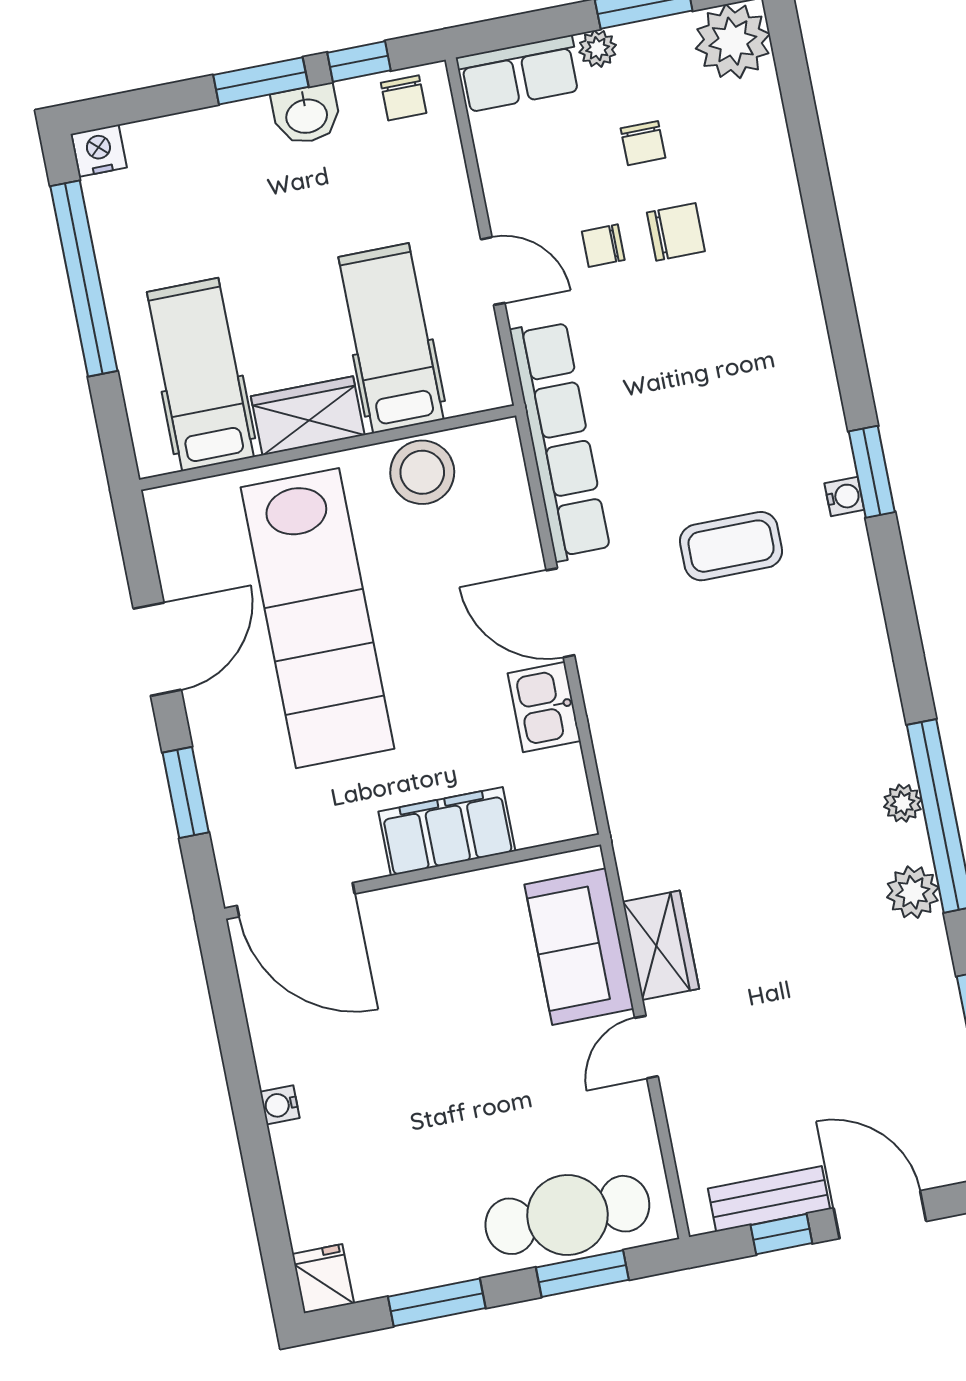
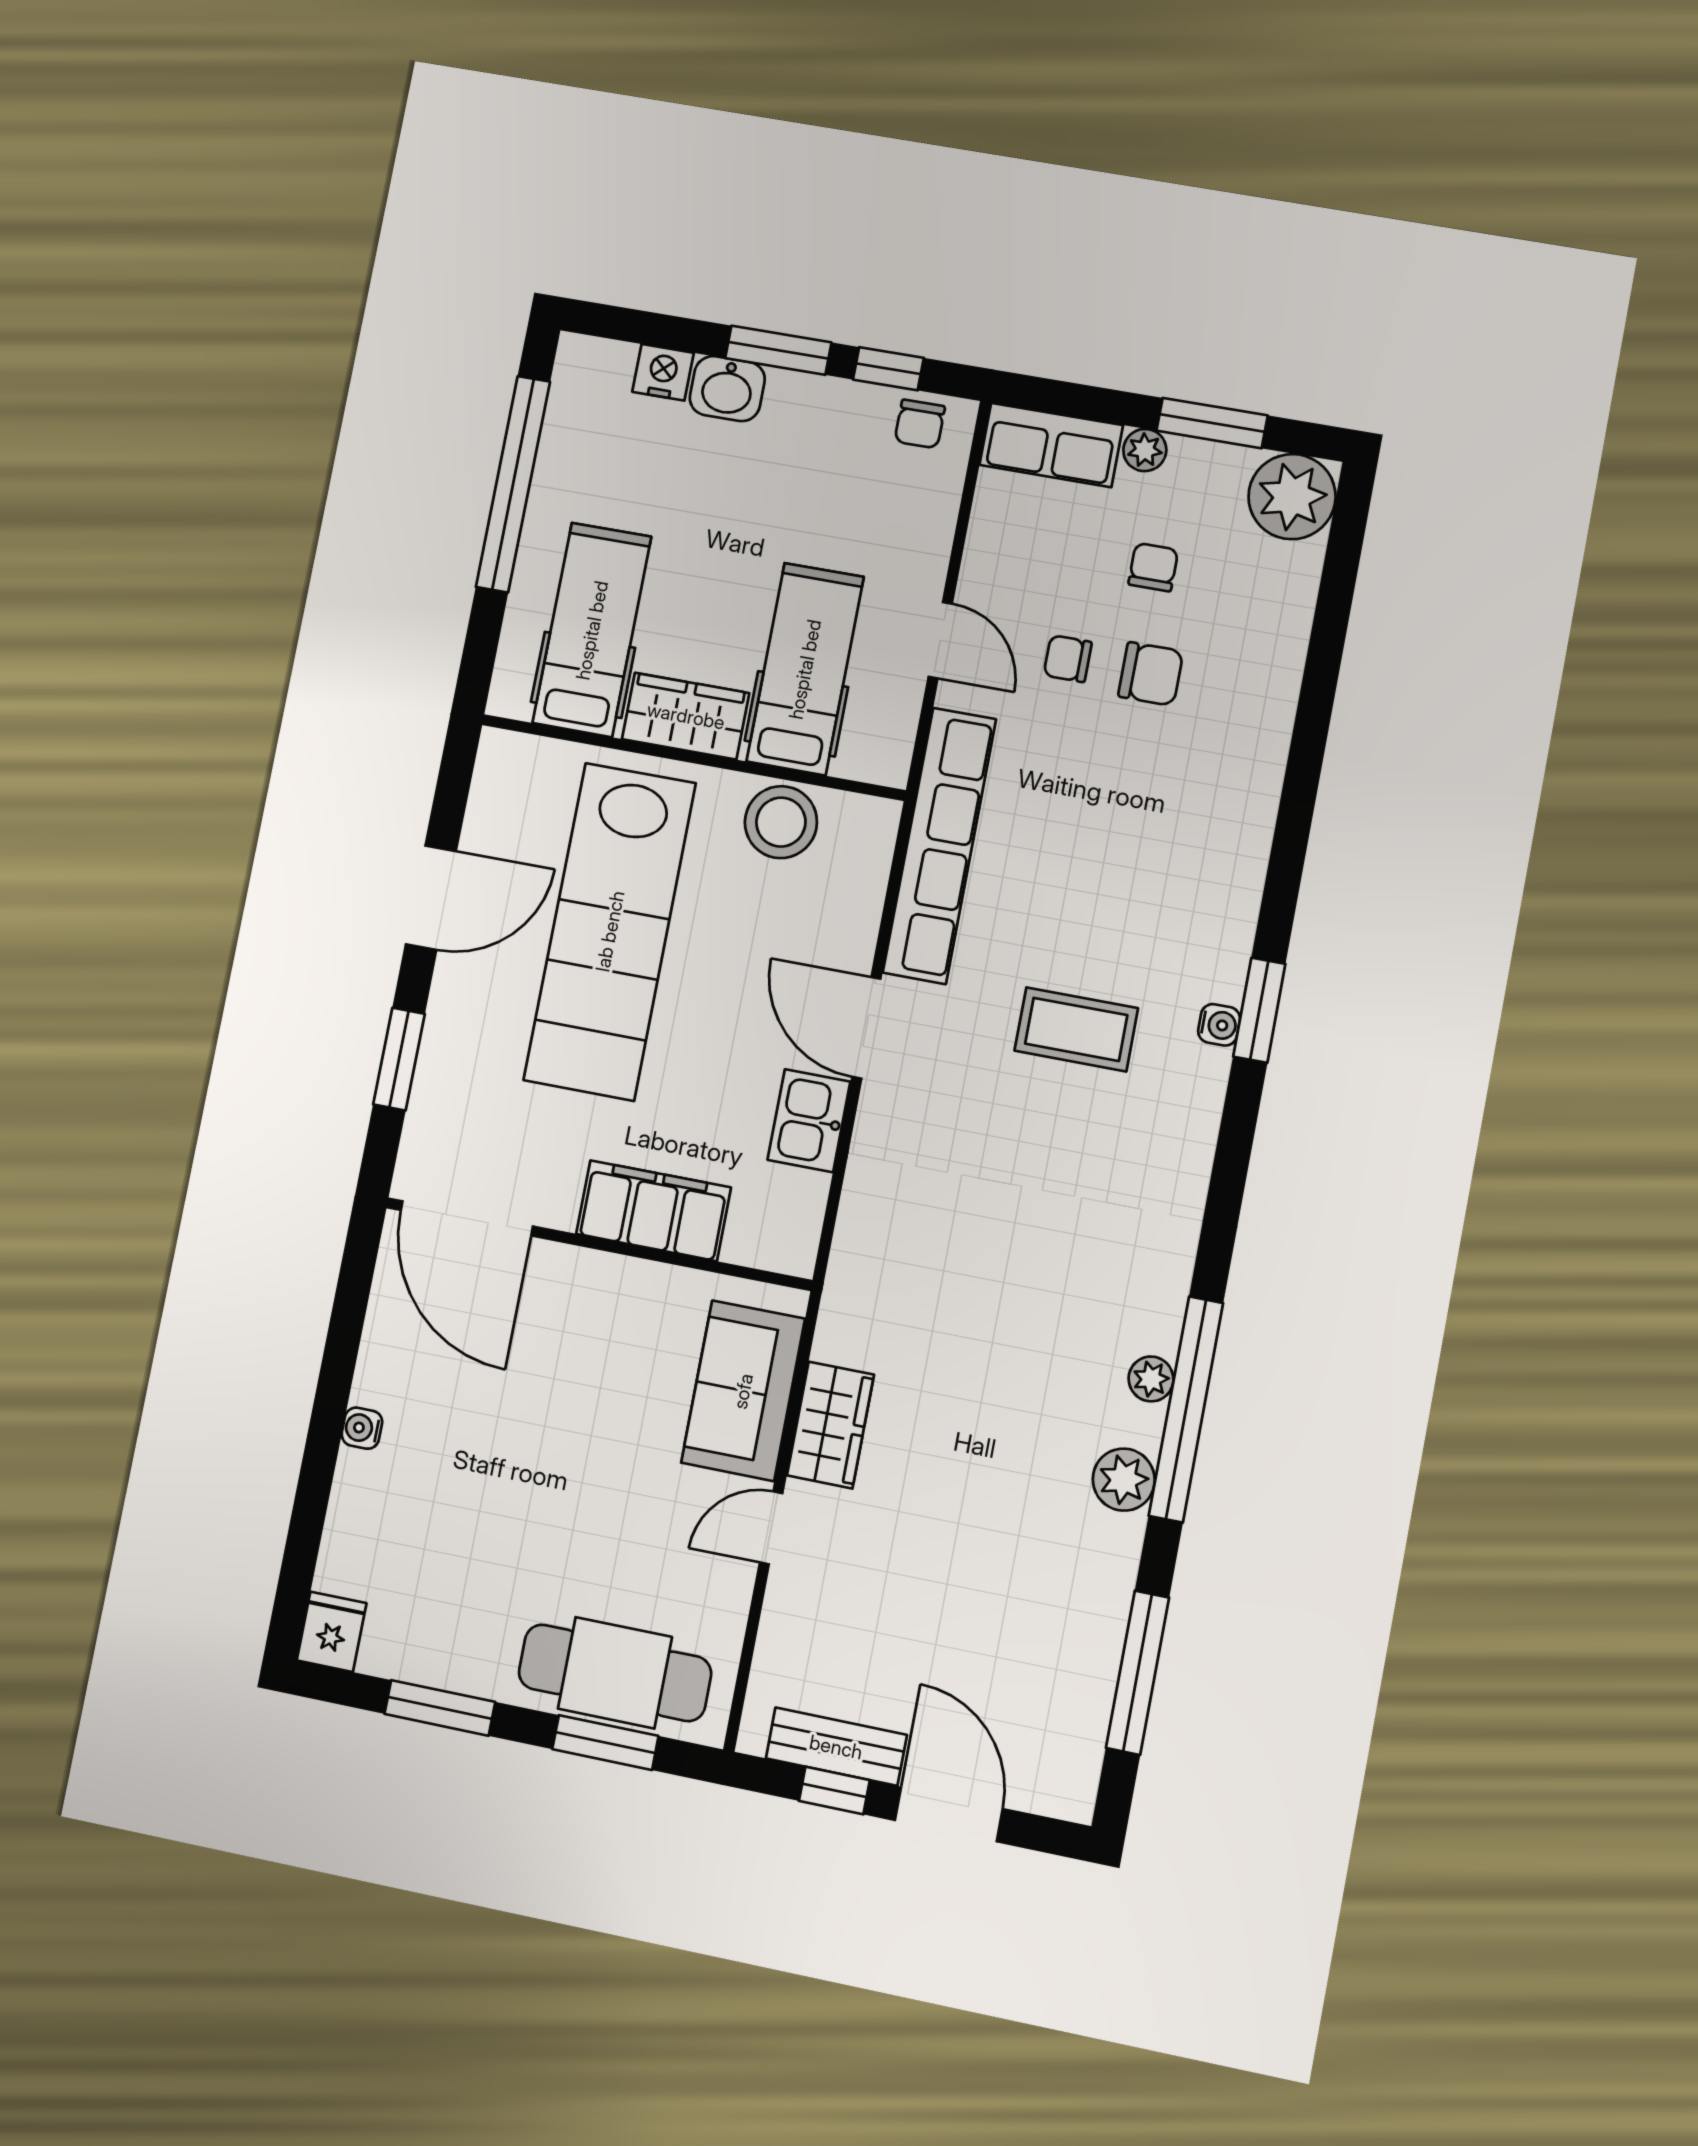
washbasin: (306, 115) -> (727, 389), moved
chair: (643, 143) -> (1153, 567), turned 180
nightstand: (99, 151) -> (663, 372), moved

